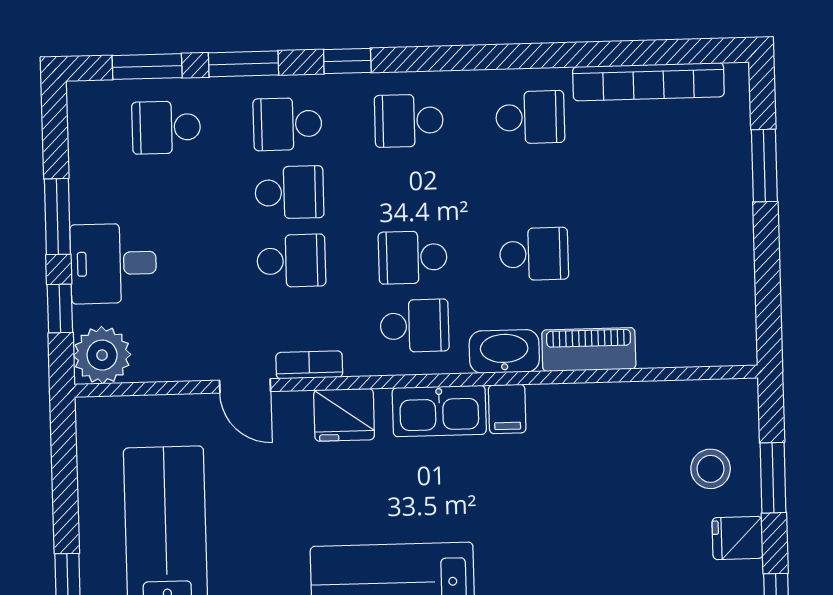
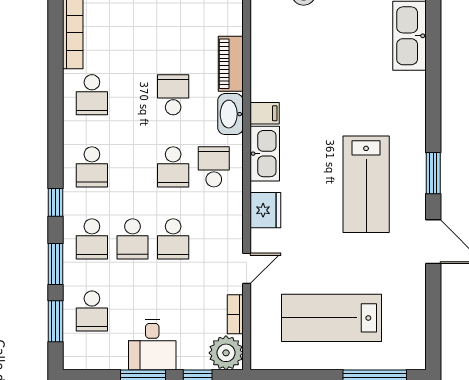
school desk: (530, 117) -> (92, 95), turned 180
school desk: (289, 192) -> (133, 239), turned 180
school desk: (291, 261) -> (173, 239), turned 180
desk: (113, 263) -> (152, 345), moved
bookcase: (309, 365) -> (235, 314), moved

